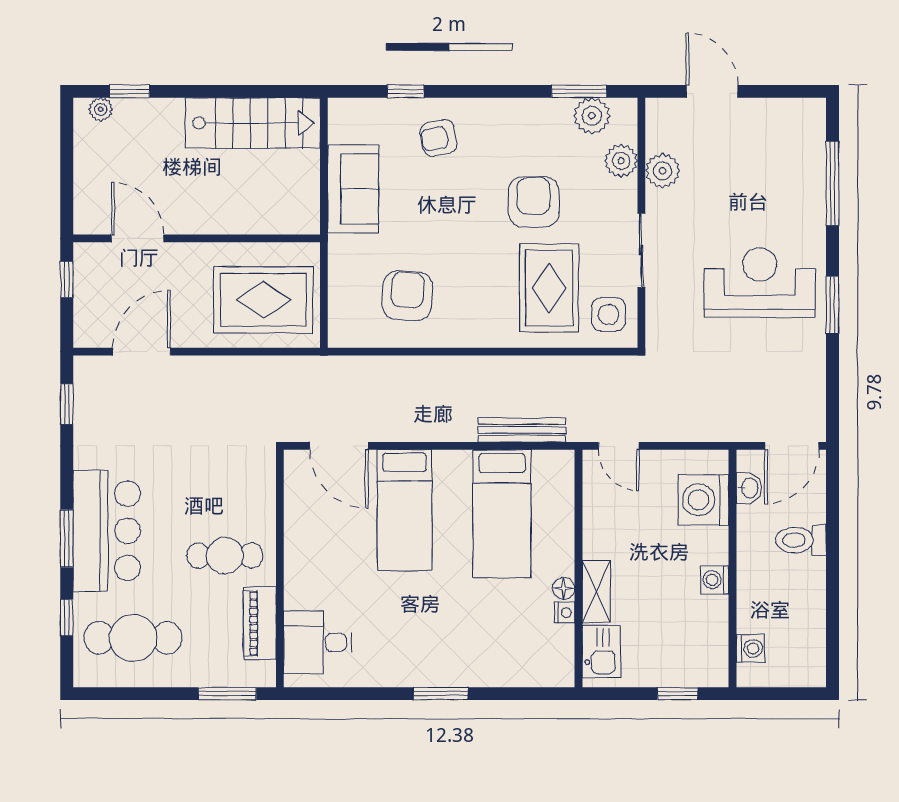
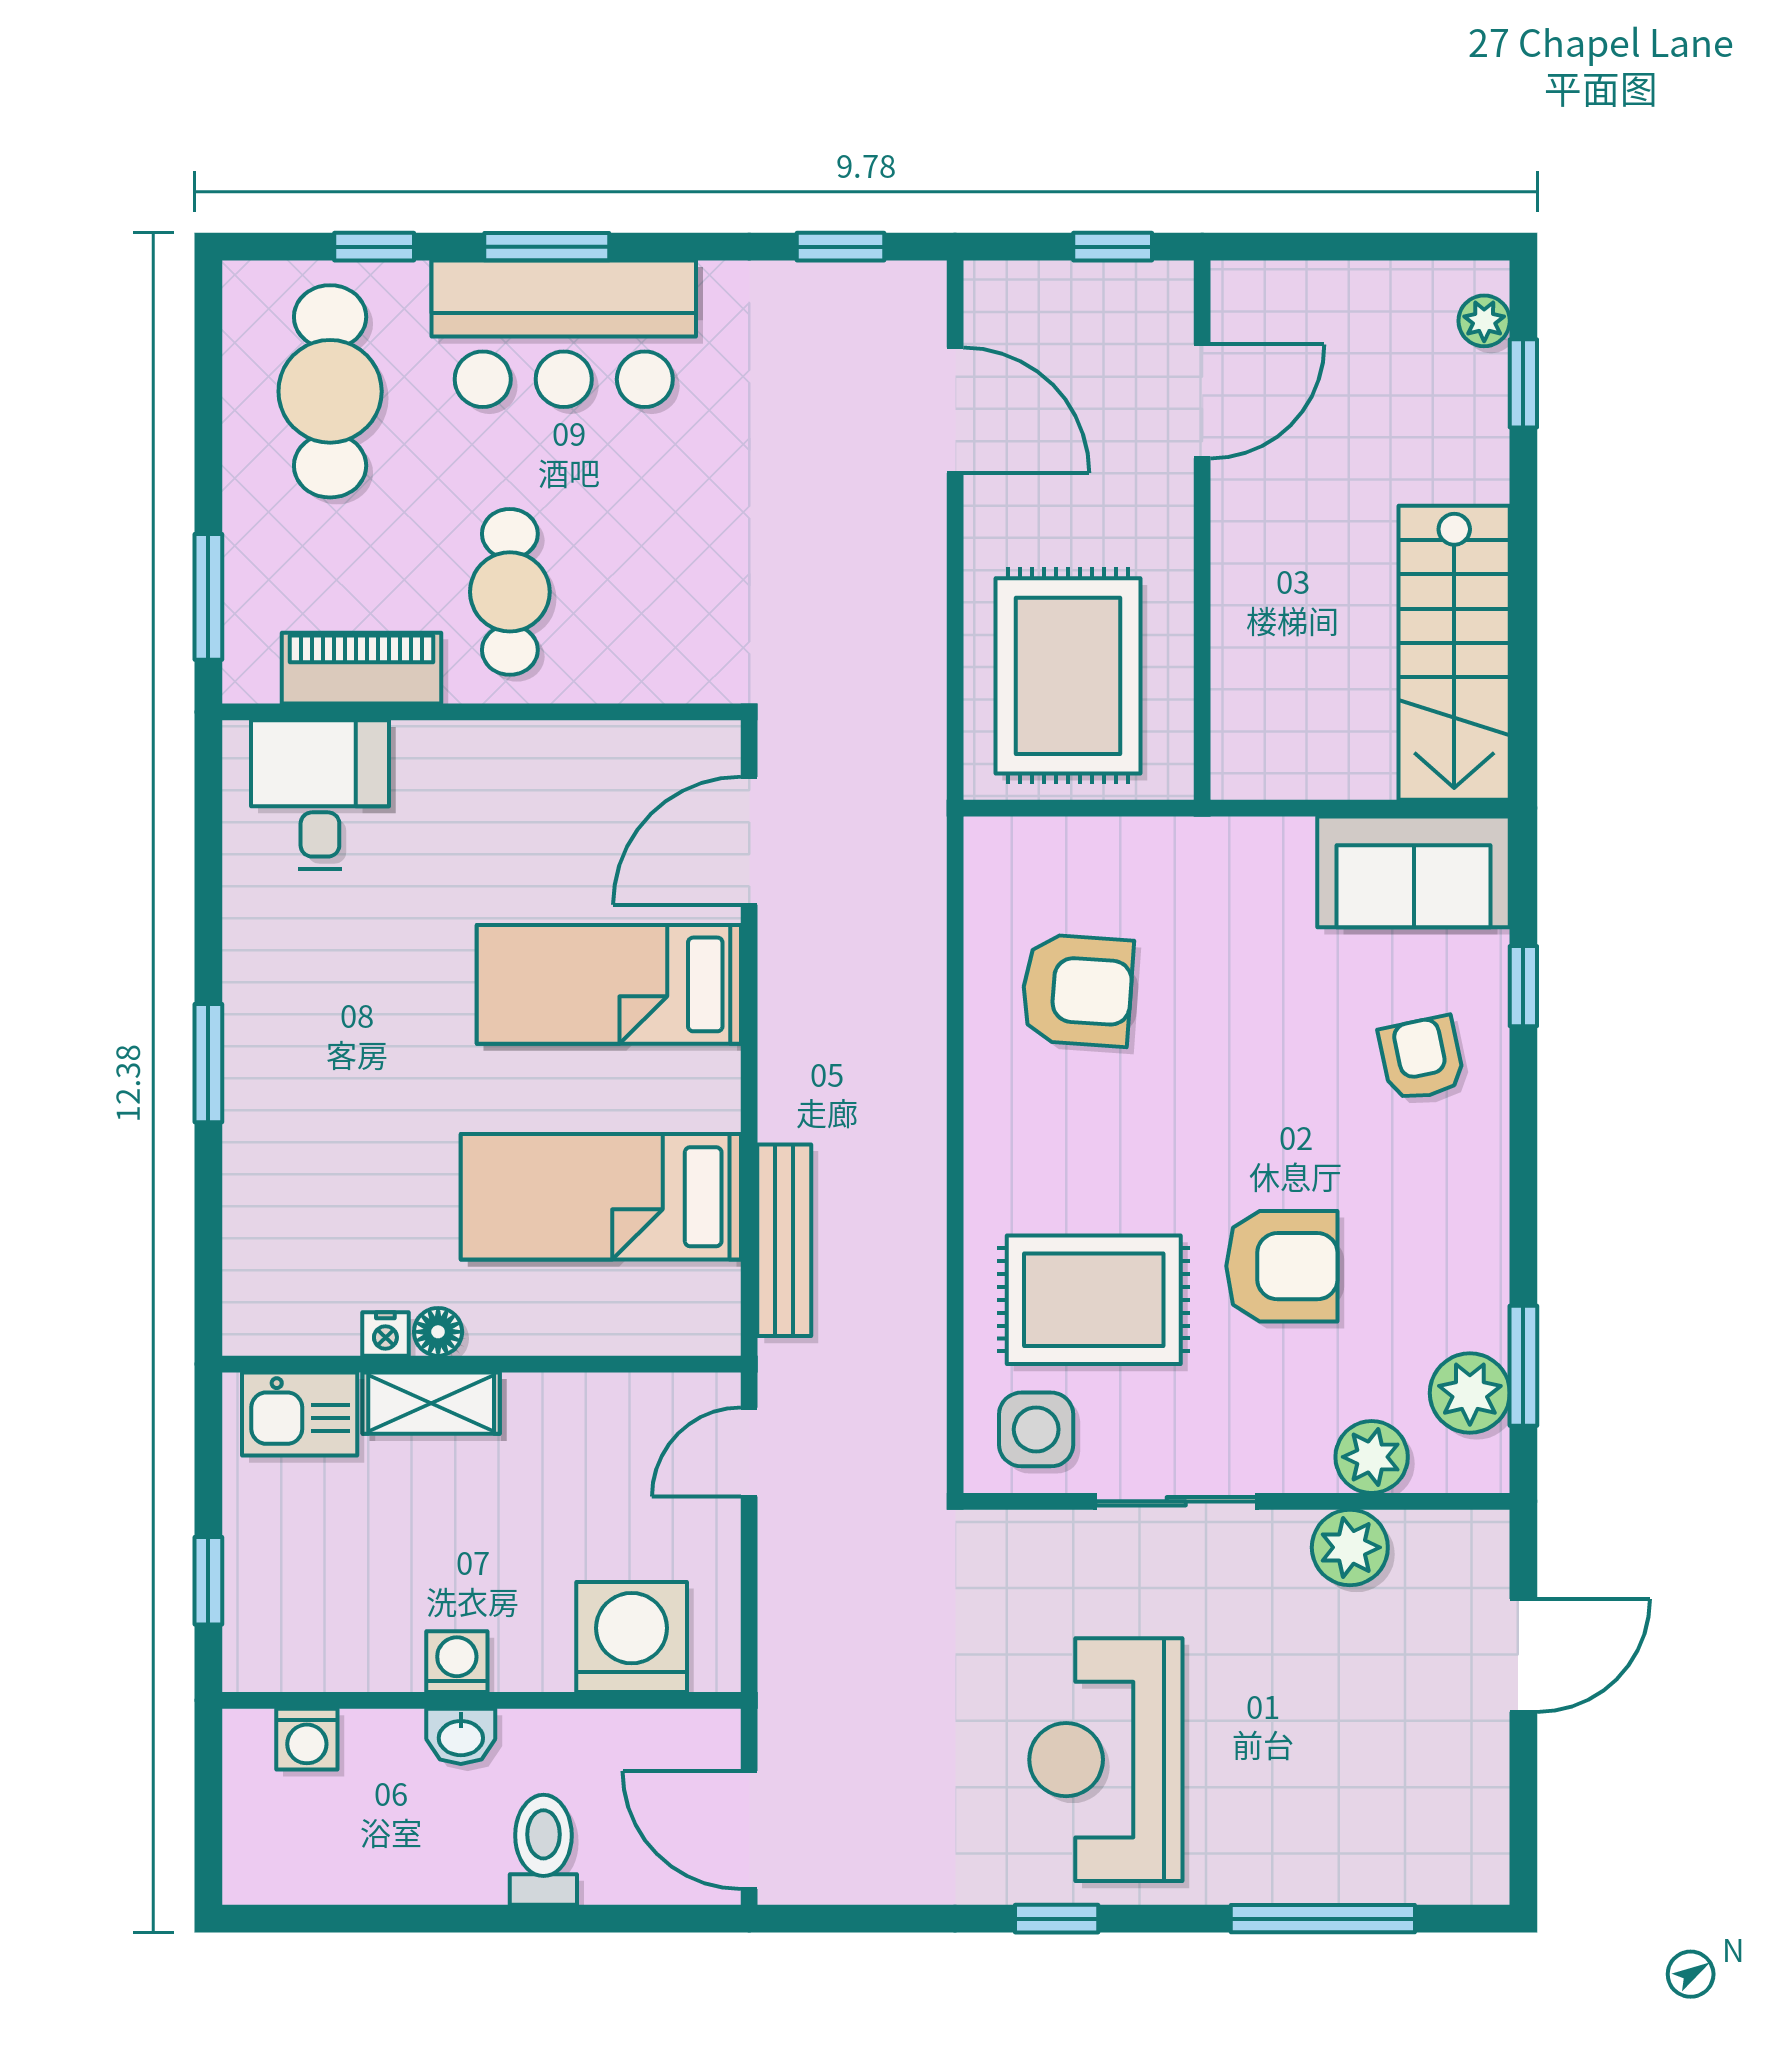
sofa: (353, 189) -> (1414, 872), moved
reception desk: (760, 283) -> (1106, 1760), turned 180
window: (832, 305) -> (1057, 1919), width x0.67
washbasin: (749, 488) -> (461, 1736), moved

